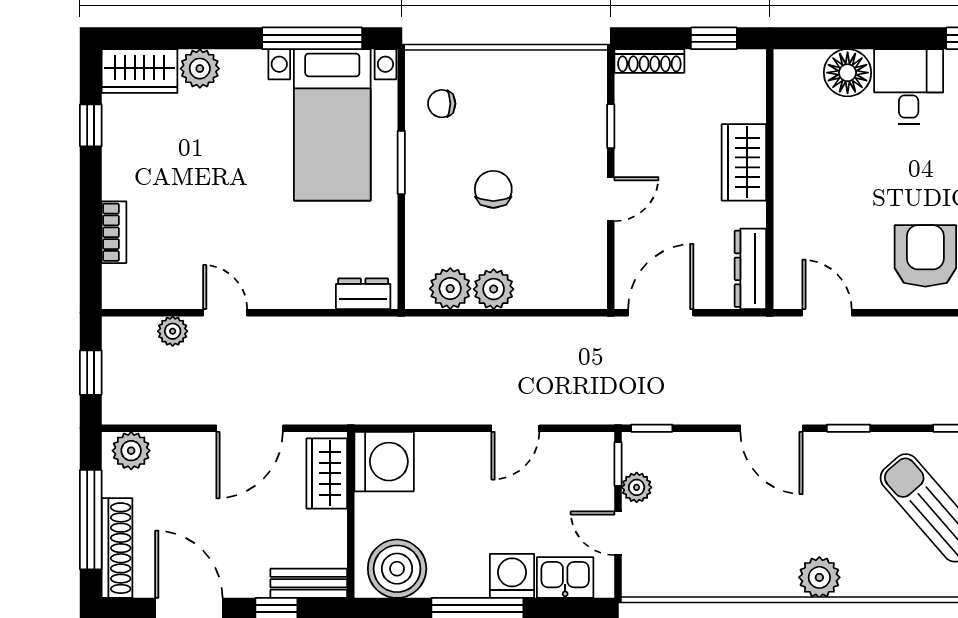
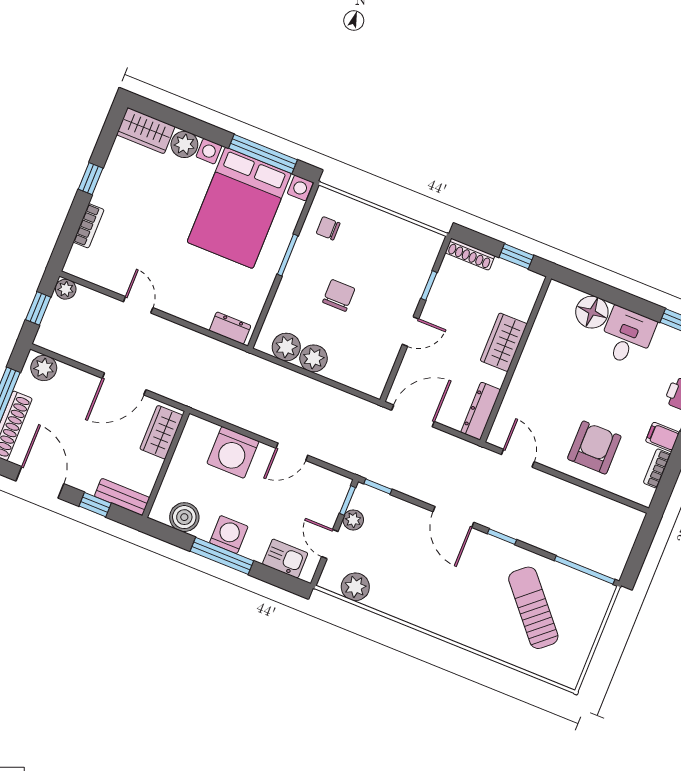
window: (91, 125) -> (91, 179), moved
bed with nightstands: (332, 125) -> (239, 208), width x1.36
plant: (173, 331) -> (66, 289), moved
washing machine: (384, 462) -> (233, 452), moved, turned 90
boiler: (397, 569) -> (184, 517), width x0.73, depth x0.73
washing machine: (512, 576) -> (229, 535), moved
plant: (819, 577) -> (355, 587), moved

